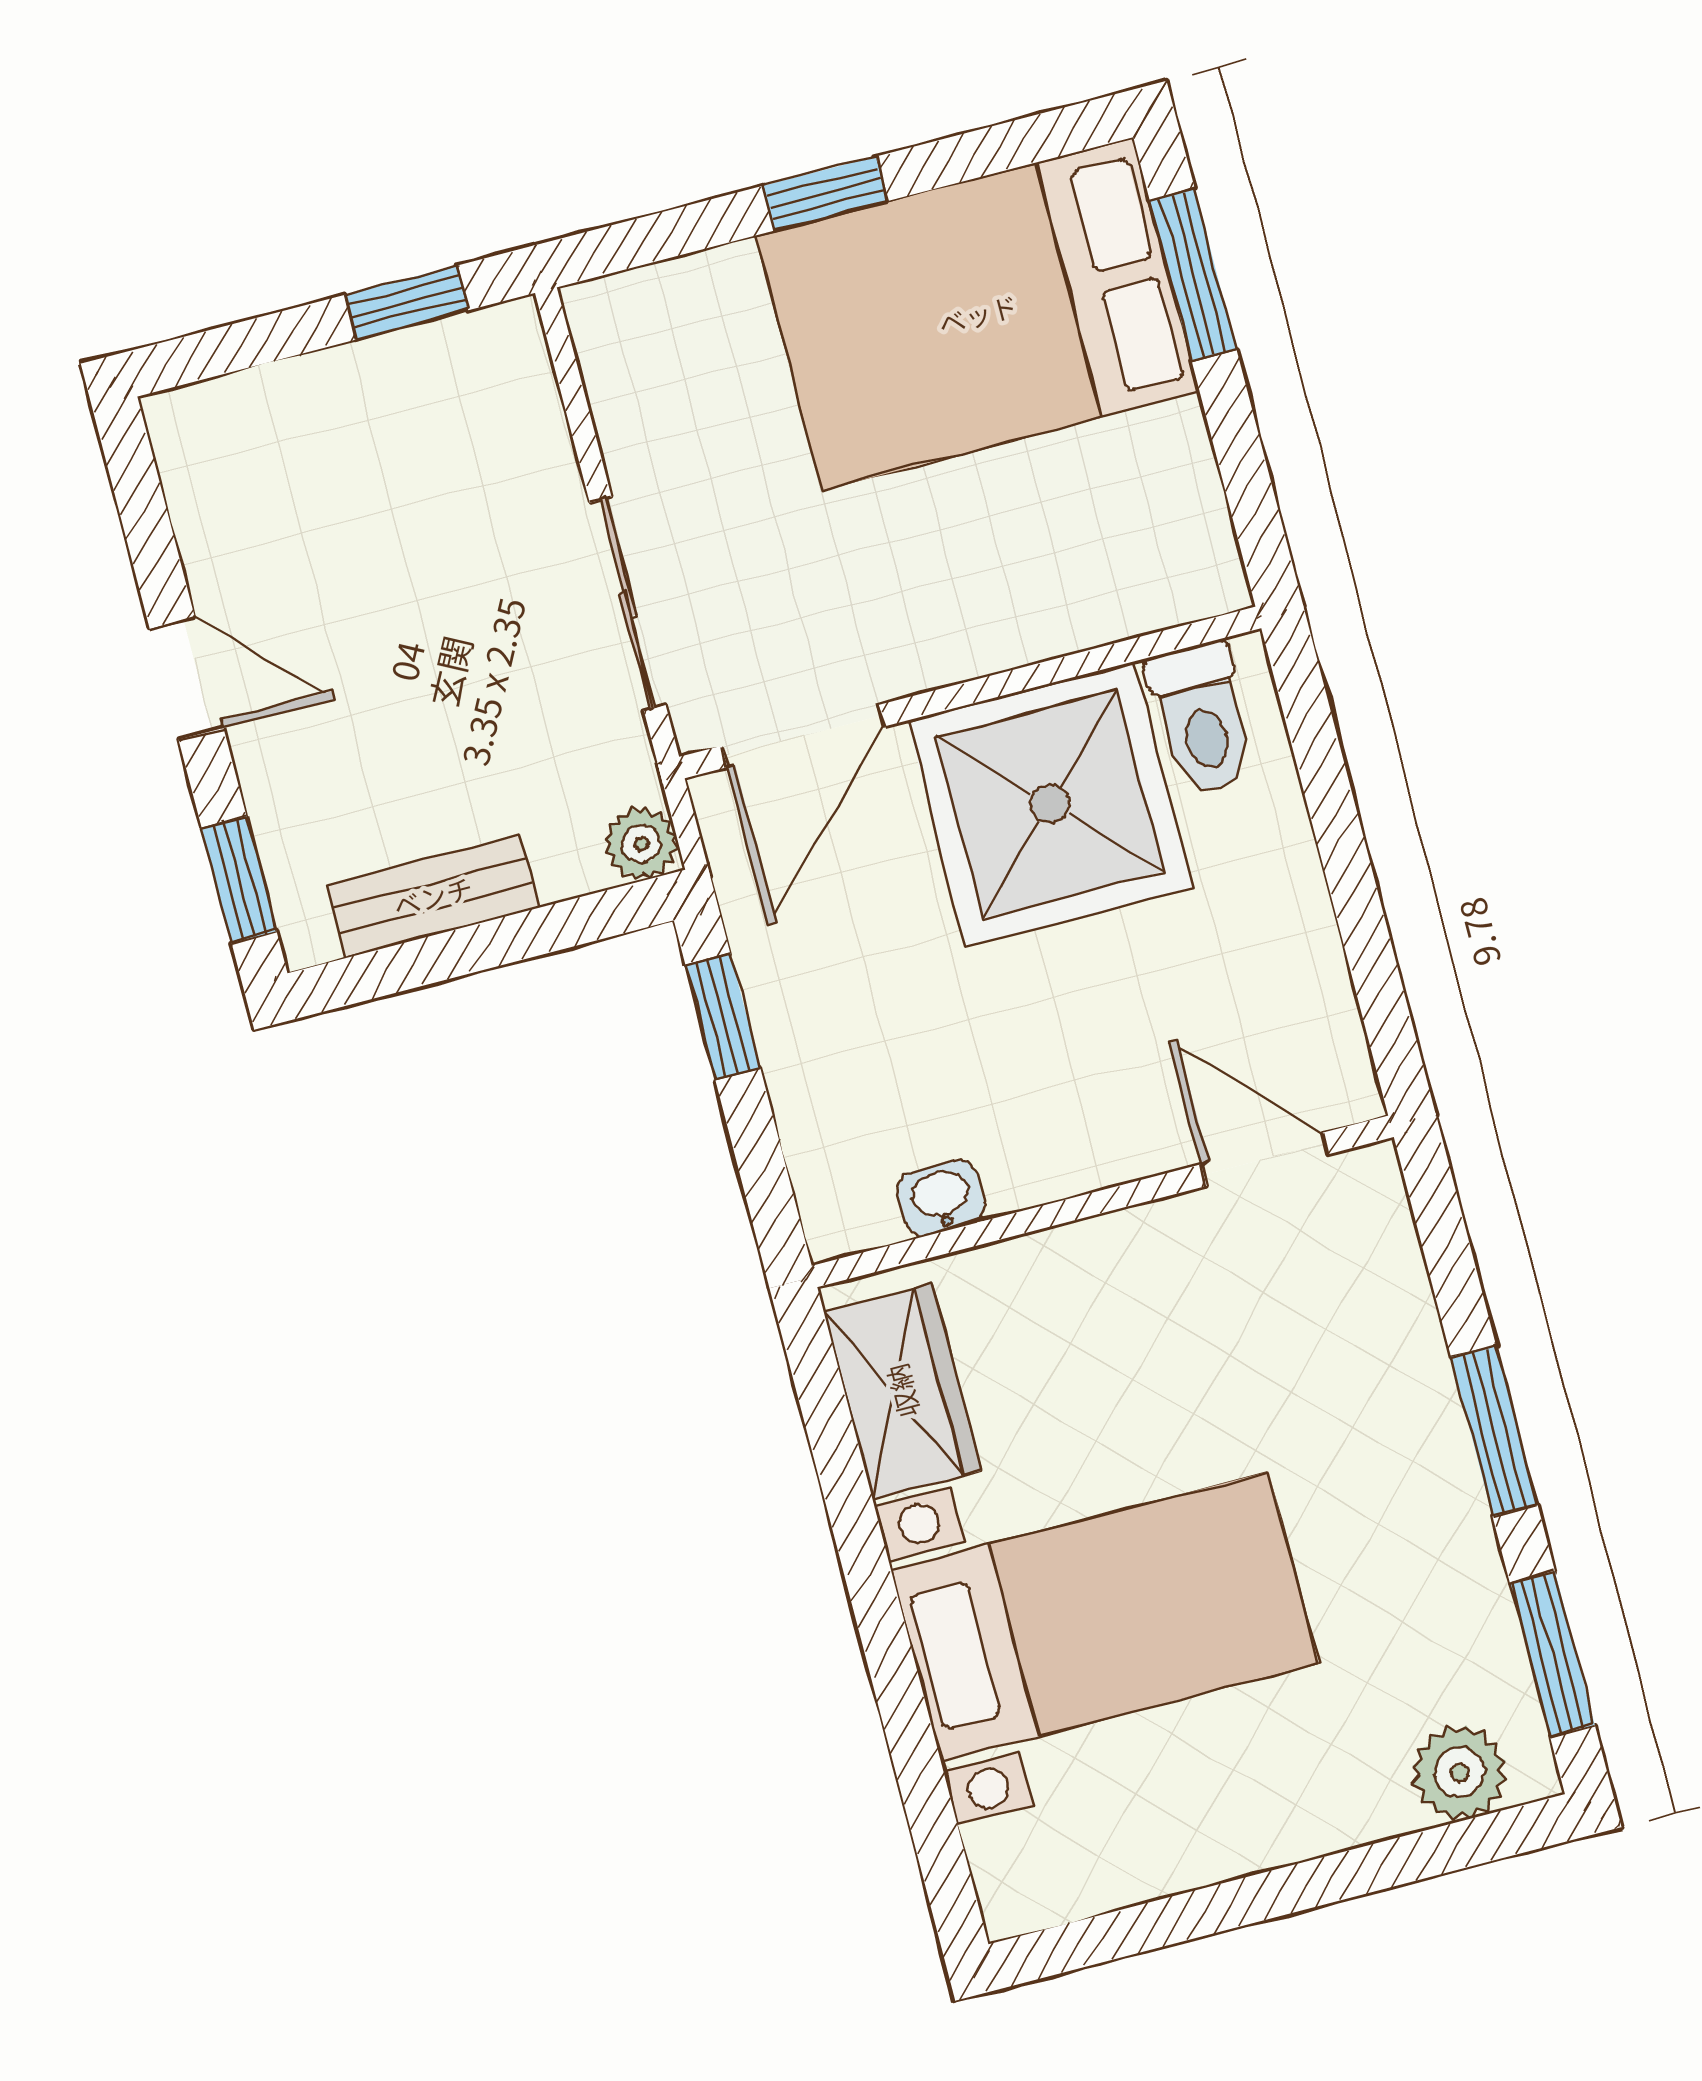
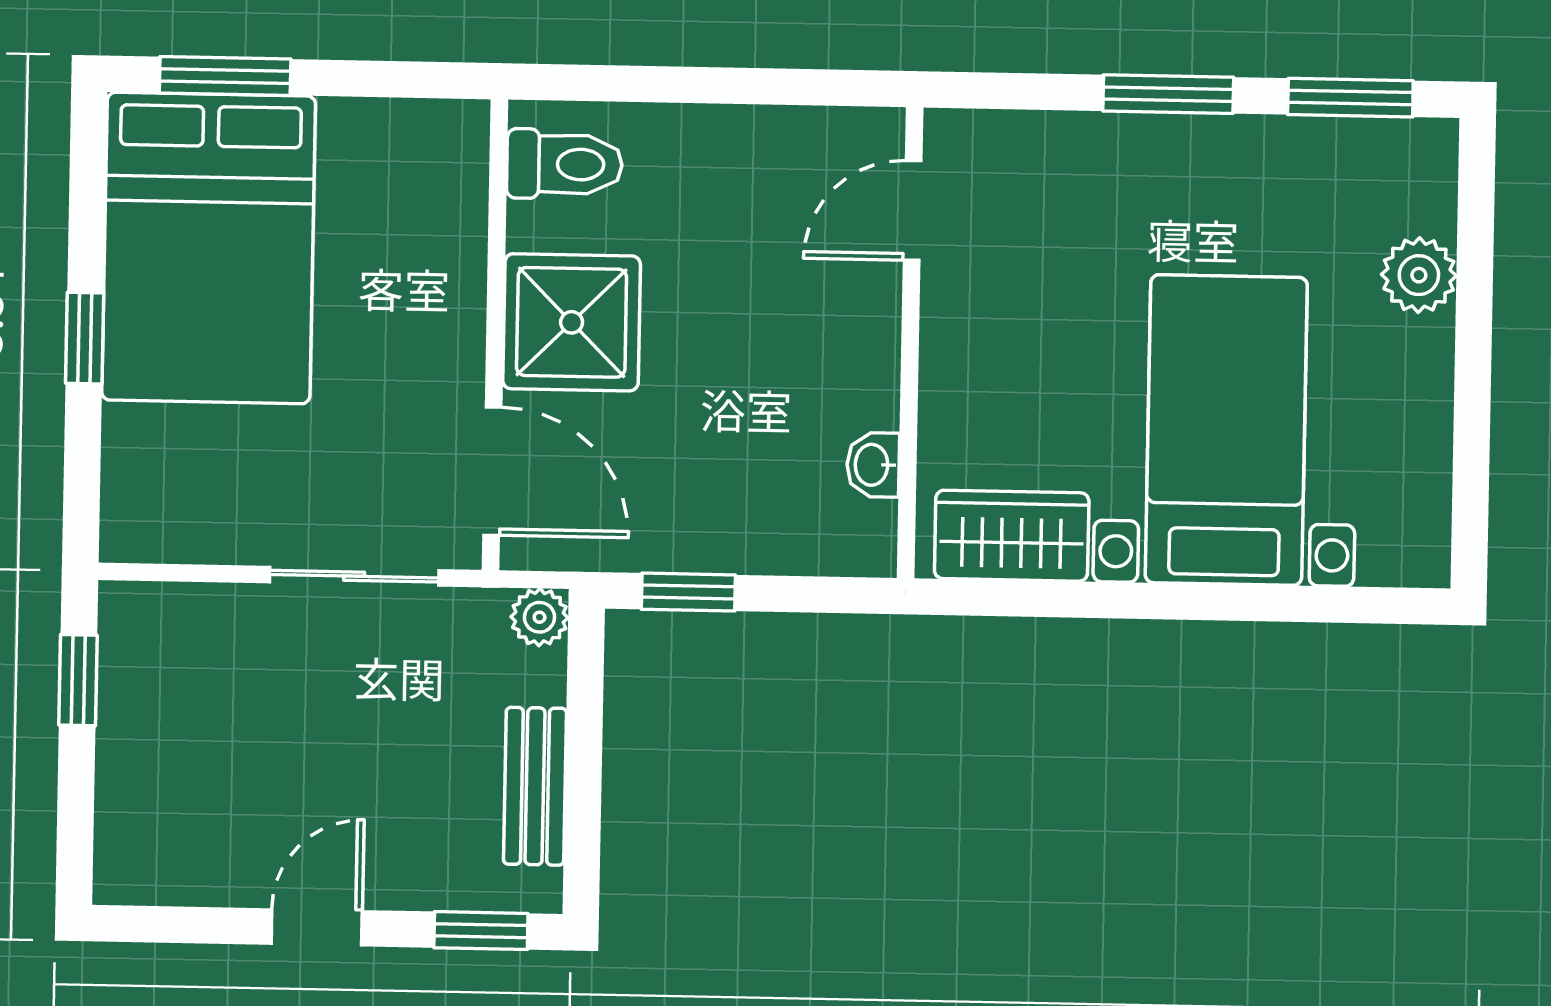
shower: (1050, 804) -> (572, 322), width x0.73, depth x0.73
plant: (1459, 1772) -> (1419, 275), moved

